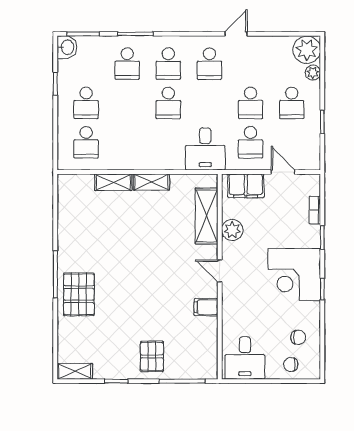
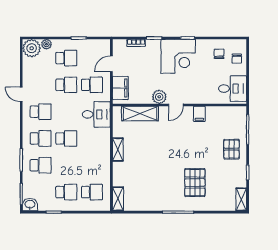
shelving: (113, 182) -> (118, 199), moved
plant: (232, 230) -> (159, 97), moved
pallet: (79, 294) -> (195, 183), moved, turned 90
pallet: (152, 356) -> (232, 149), turned 90

